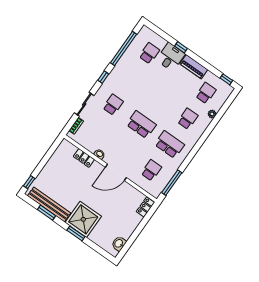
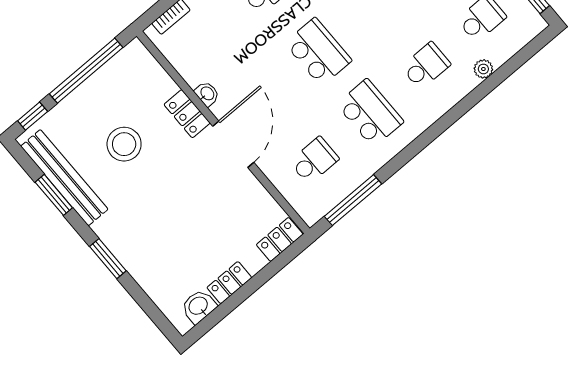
window: (47, 157) -> (86, 71), added
locker: (84, 158) -> (187, 114), moved
door: (116, 172) -> (233, 144), swing flipped
stool: (70, 184) -> (124, 144), added
shower: (83, 219) -> (133, 231), removed
locker: (129, 230) -> (229, 283), added

